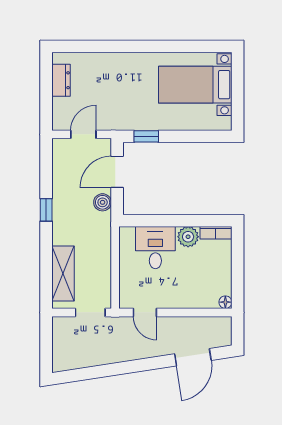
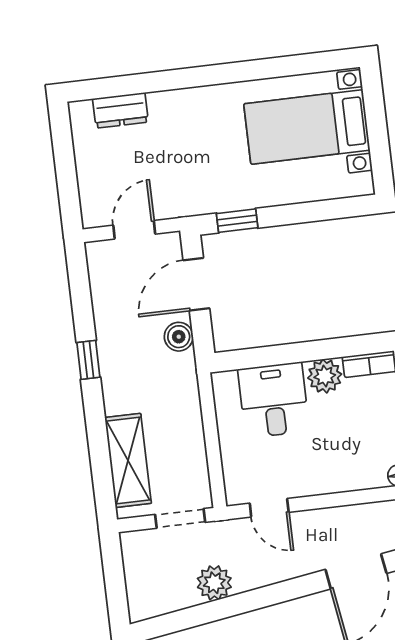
dresser: (61, 80) -> (120, 110), moved, turned 90
plant: (106, 354) -> (214, 583), added

